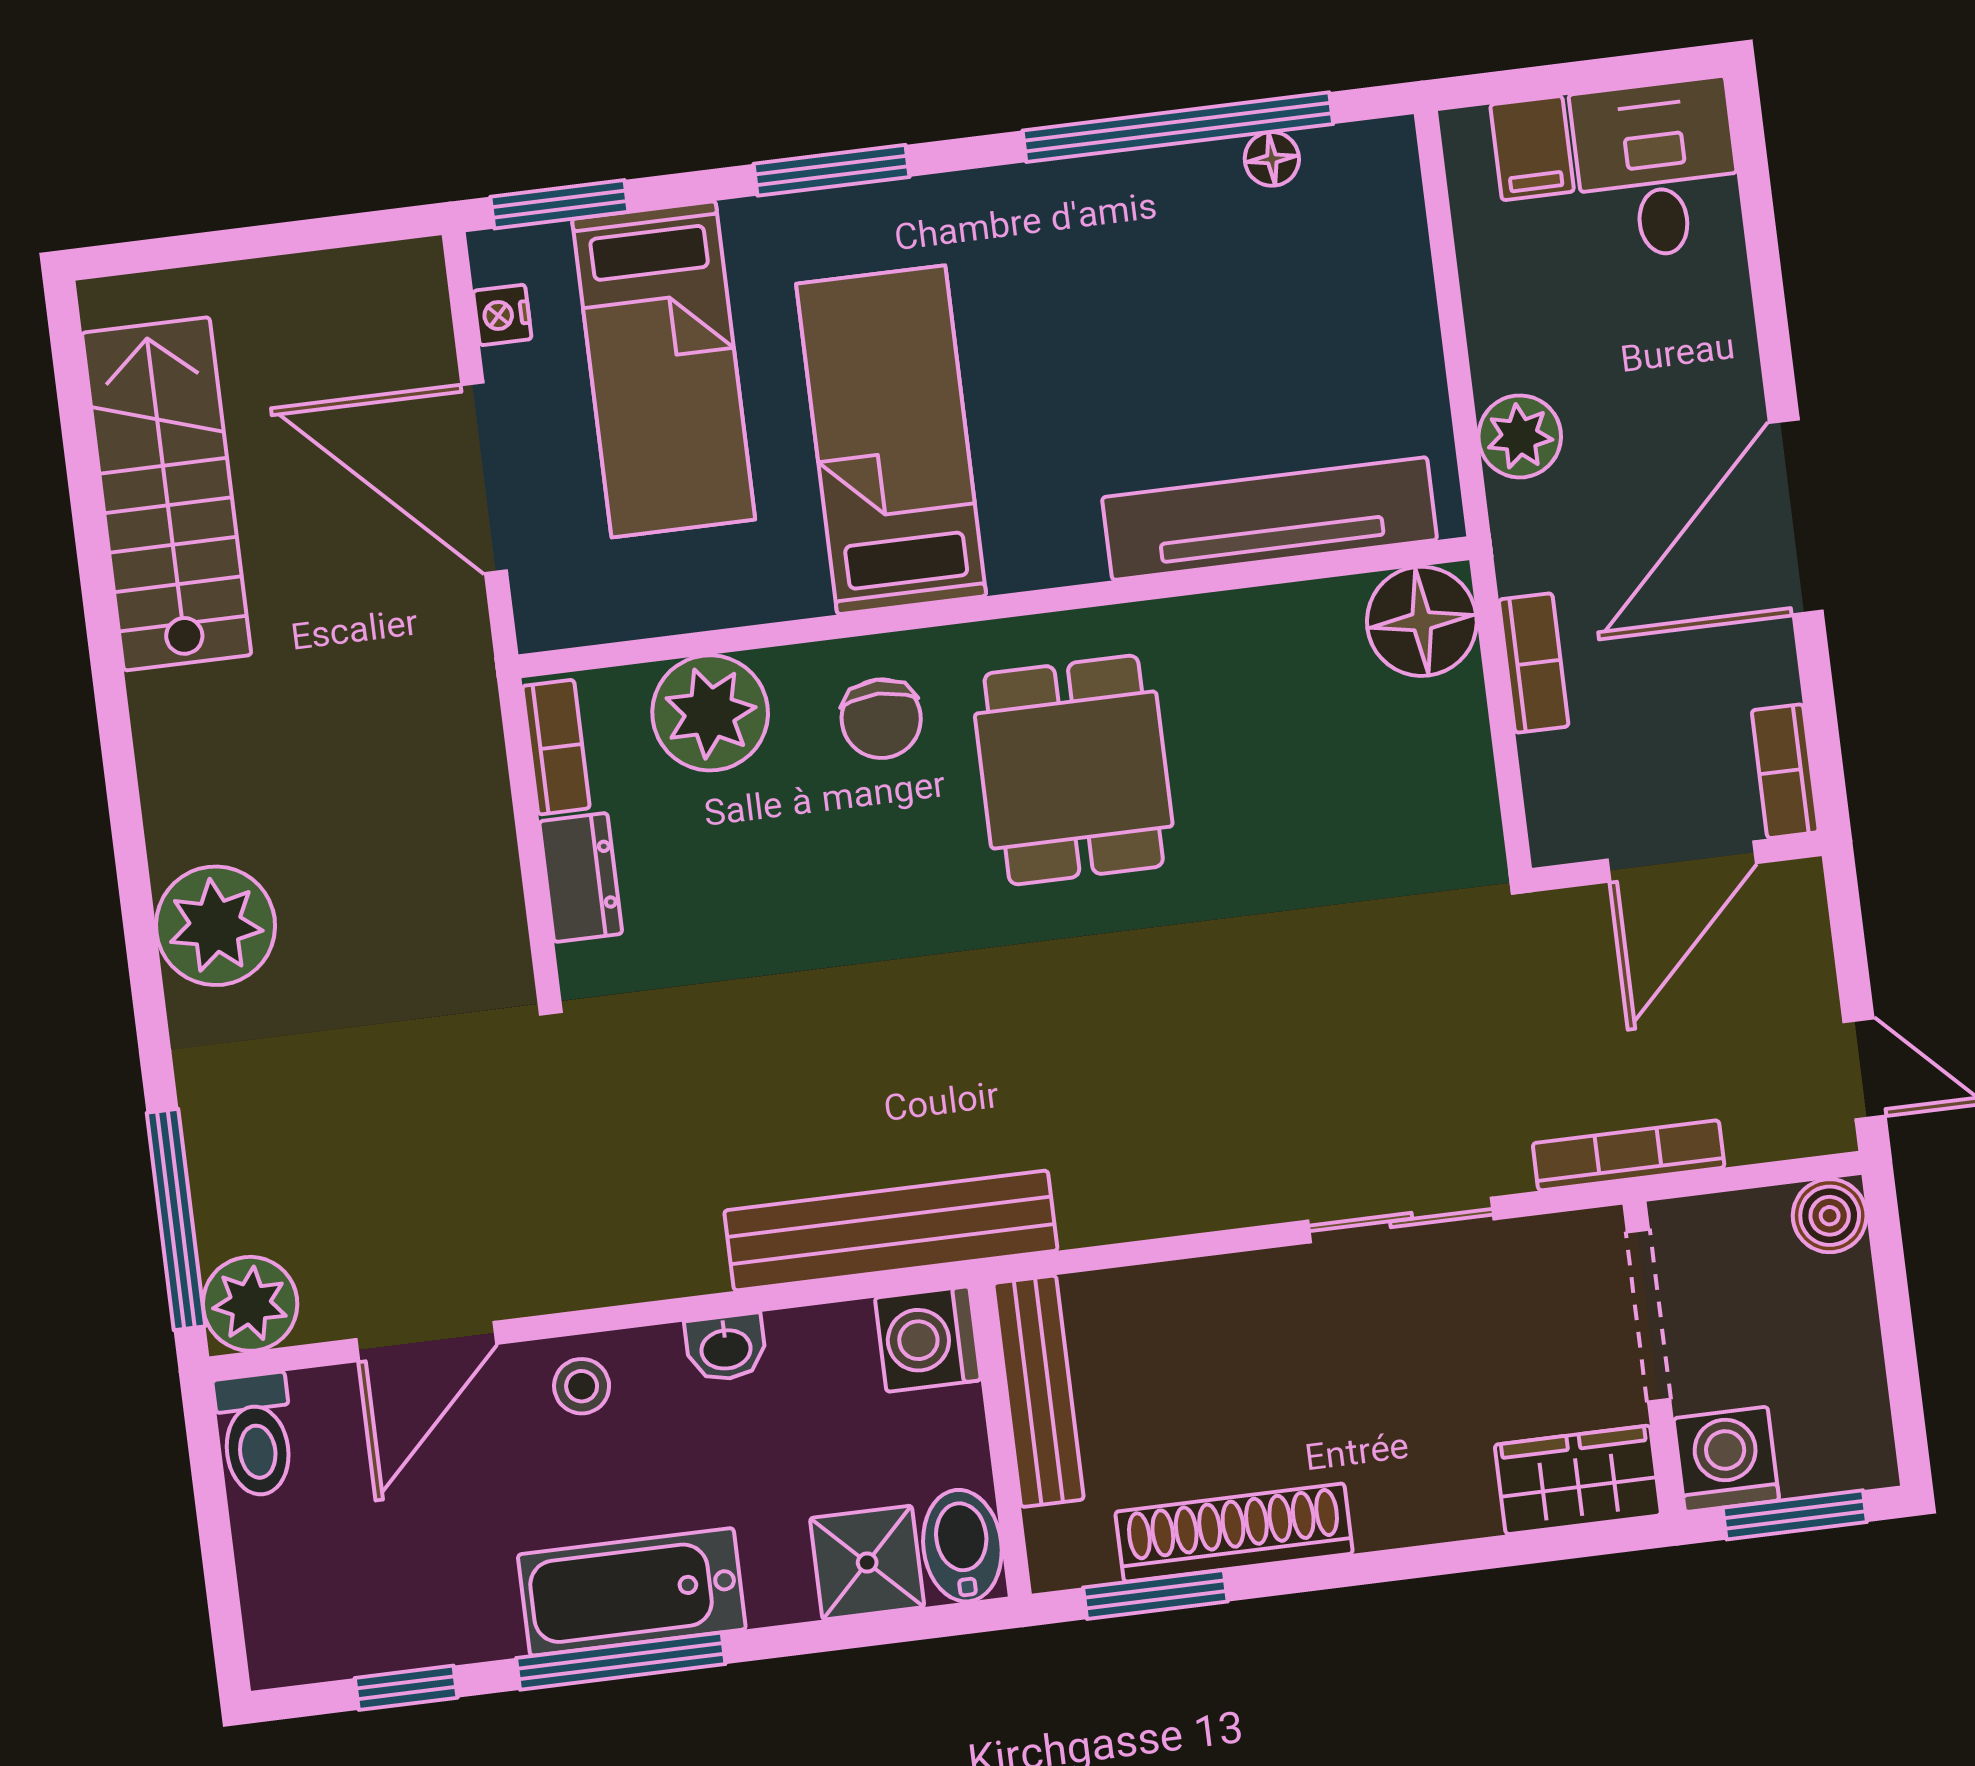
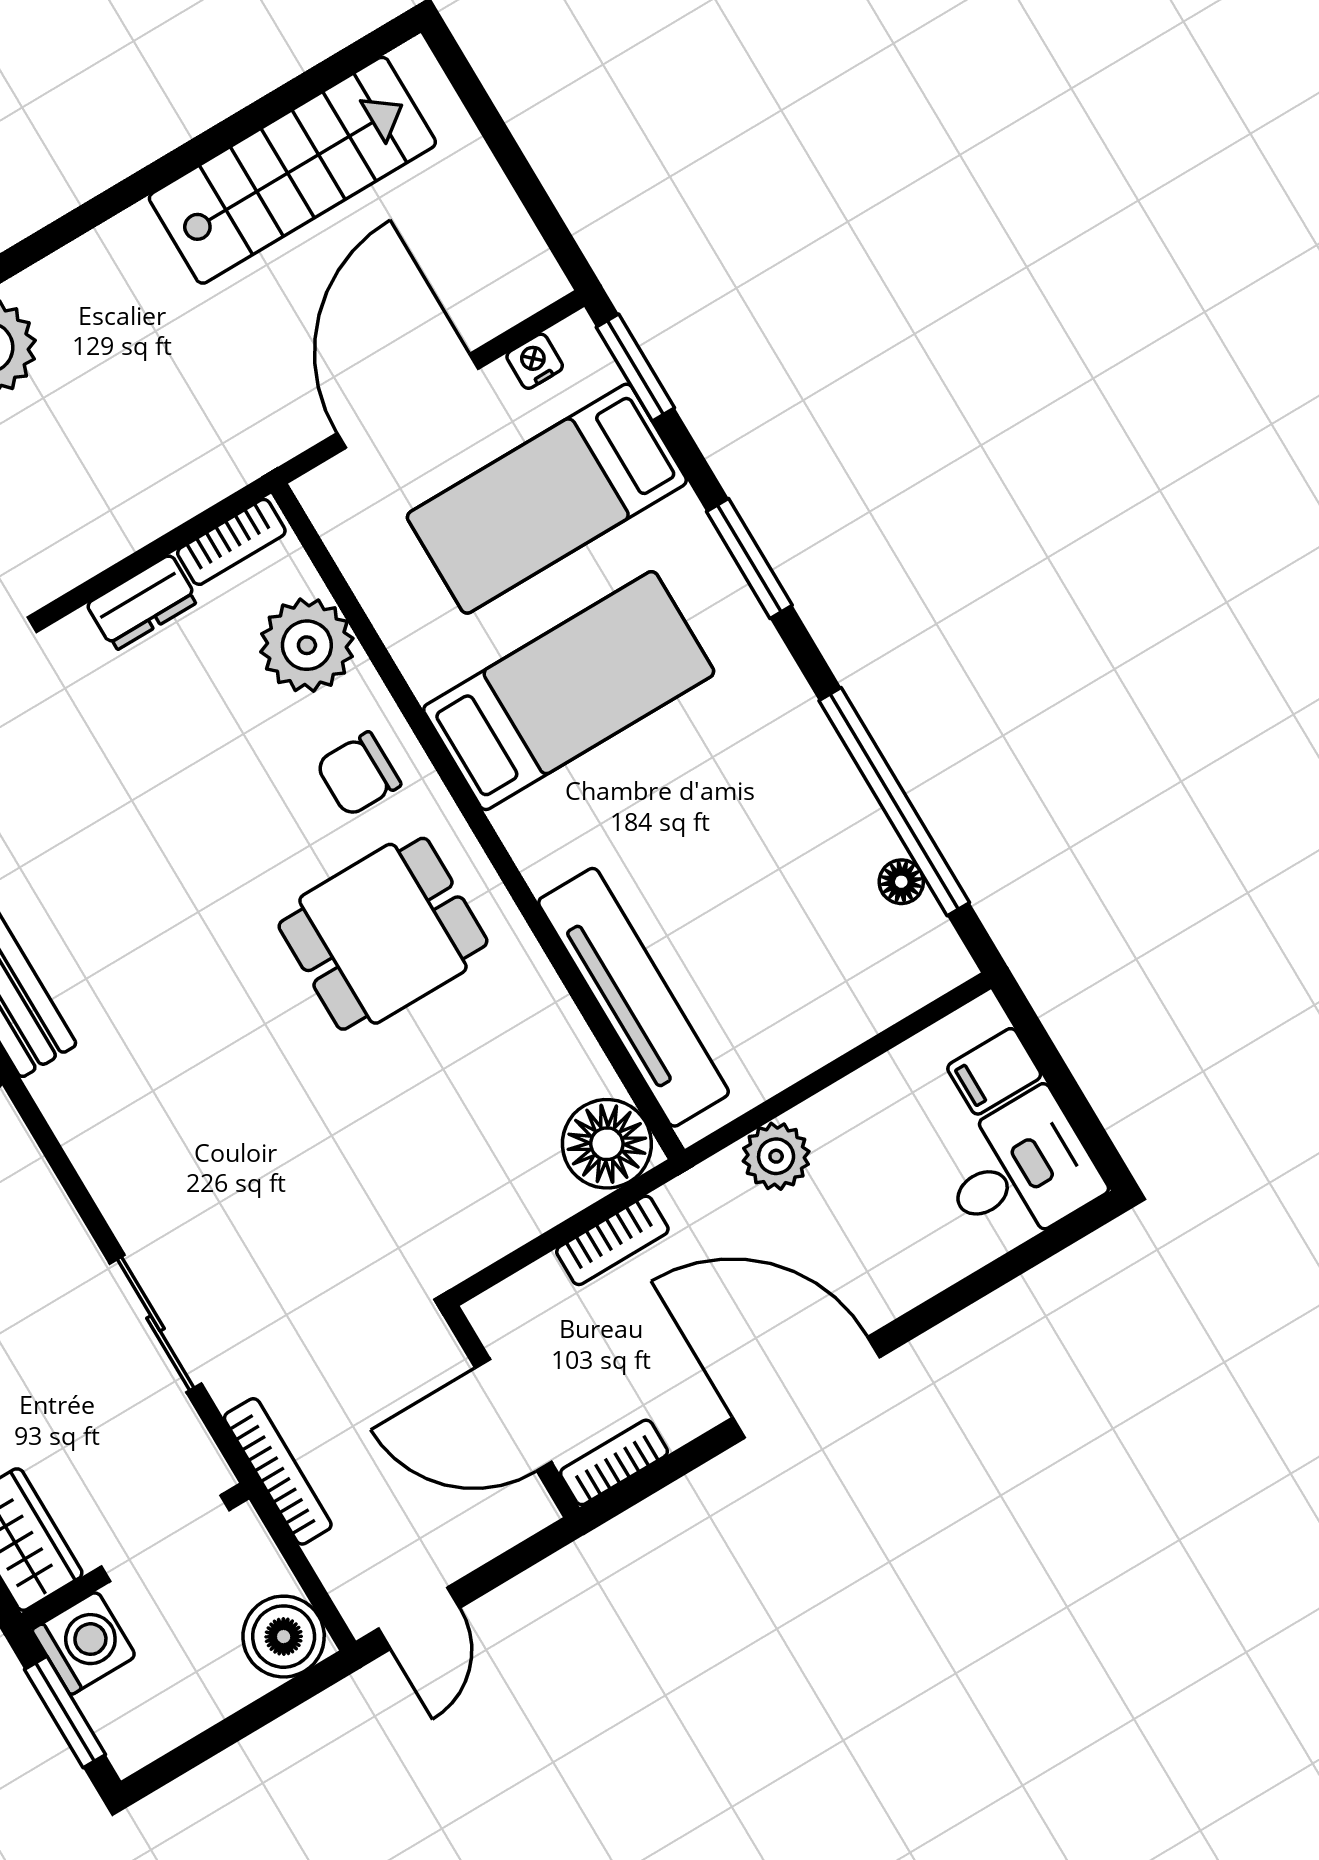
boiler: (1830, 1216) -> (284, 1637), width x1.36, depth x1.36

